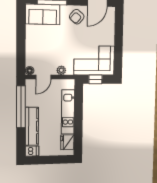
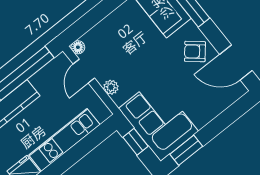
window: (118, 59) -> (186, 150), added
door: (43, 77) -> (84, 71), hinge flipped

